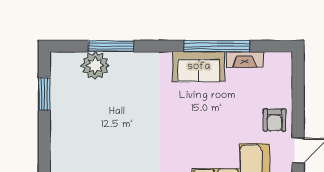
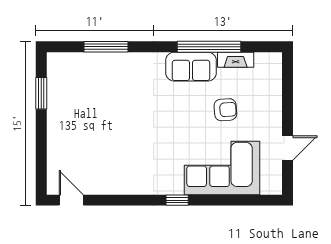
plant: (95, 65) -> (91, 65), removed
armchair: (274, 120) -> (225, 110), moved, turned -94

